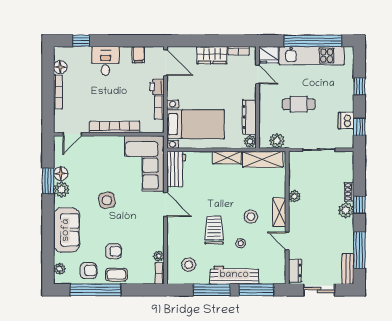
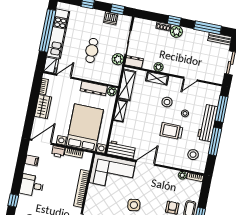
bed with nightstands: (195, 124) -> (85, 128), width x1.36
plant: (277, 141) -> (118, 59), moved
shelving: (279, 212) -> (157, 78), moved
dresser: (295, 271) -> (134, 62), moved

